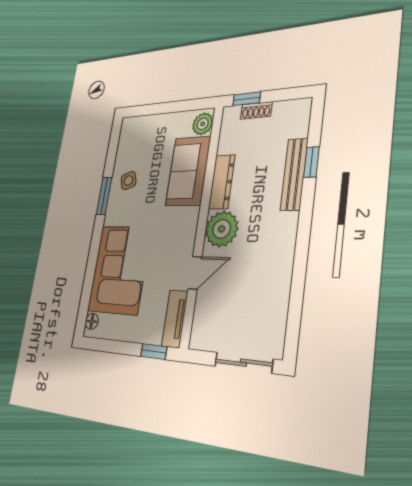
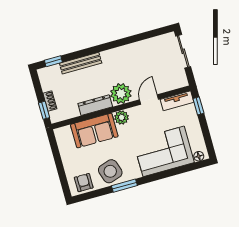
plant: (203, 124) -> (121, 117), moved
armchair: (131, 138) -> (84, 183), added
window: (311, 162) -> (53, 61), moved
side table: (128, 181) -> (110, 171), width x1.87, depth x1.87
door: (195, 273) -> (149, 99), hinge flipped

